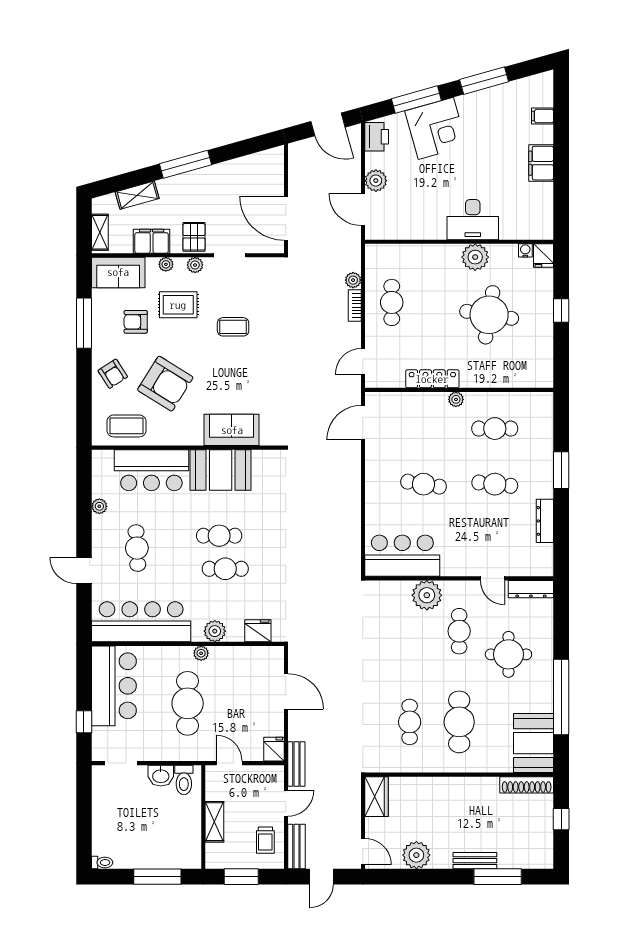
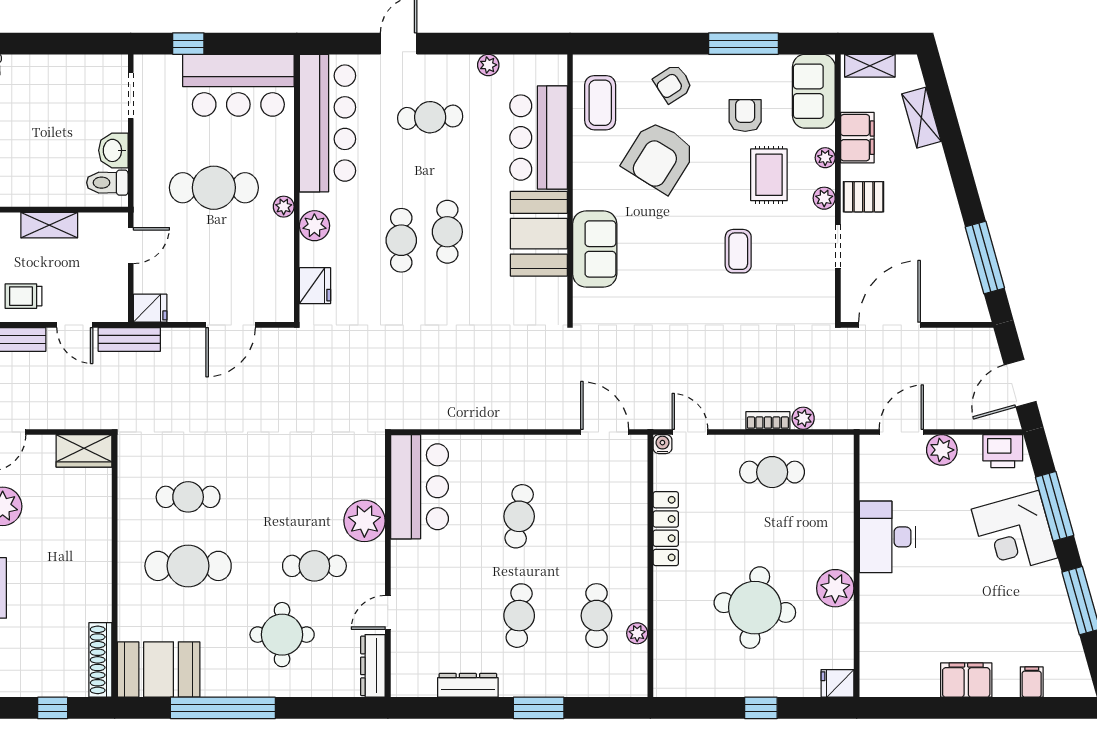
window: (186, 164) -> (985, 258), moved
desk: (473, 220) -> (887, 537), moved
water cooler: (525, 250) -> (662, 444), moved, turned -90
plant: (456, 399) -> (637, 633), moved

